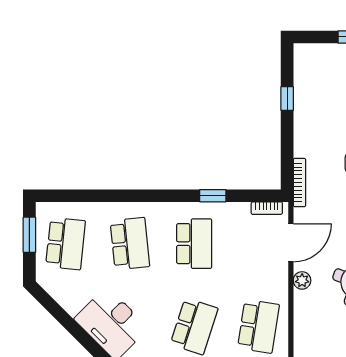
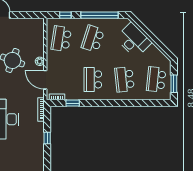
window: (287, 99) -> (47, 138), moved
window: (213, 196) -> (73, 103), moved
door: (291, 243) -> (45, 80), hinge flipped

